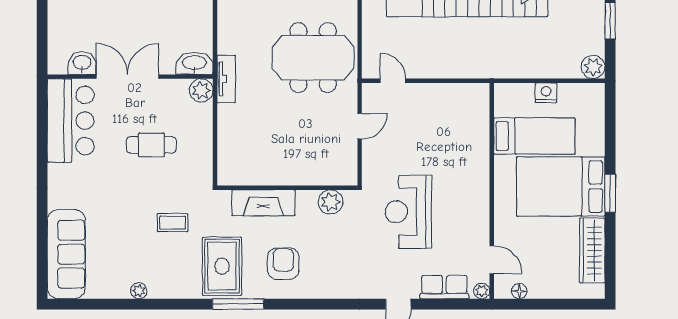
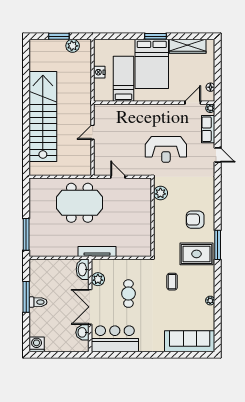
meeting table: (313, 58) -> (80, 203), turned 90
plant: (593, 67) -> (73, 46), moved
tv unit: (226, 79) -> (97, 252), width x1.41
door: (393, 81) -> (93, 132), moved
plant: (201, 90) -> (98, 279), moved
fireplace: (263, 203) -> (161, 231), removed

